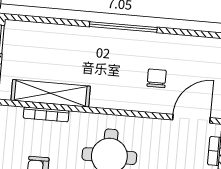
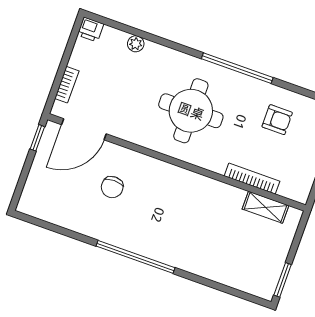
shelving: (51, 93) -> (265, 207), width x0.45, depth x0.75

